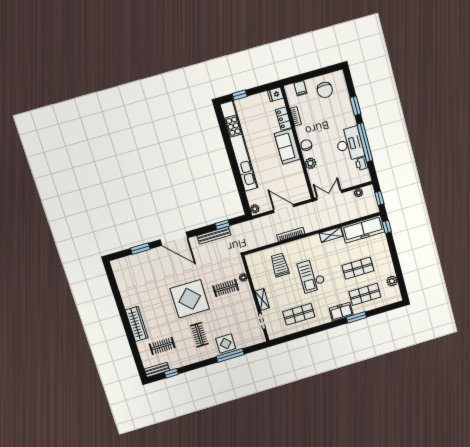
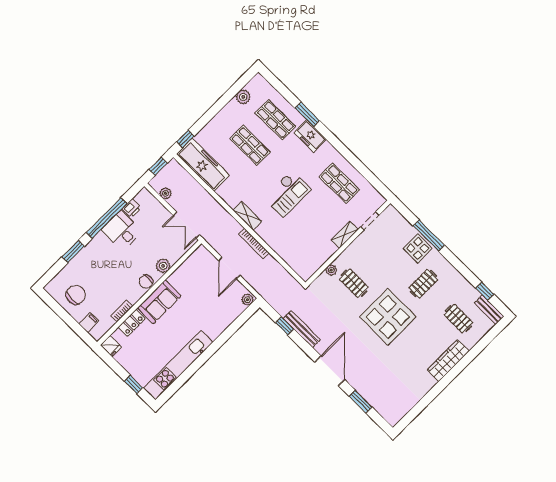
desk: (350, 144) -> (122, 231), width x0.73
kitchen unit: (239, 146) -> (178, 365), width x0.73
shelving: (331, 235) -> (247, 216), moved
trolley: (280, 265) -> (295, 237), removed

